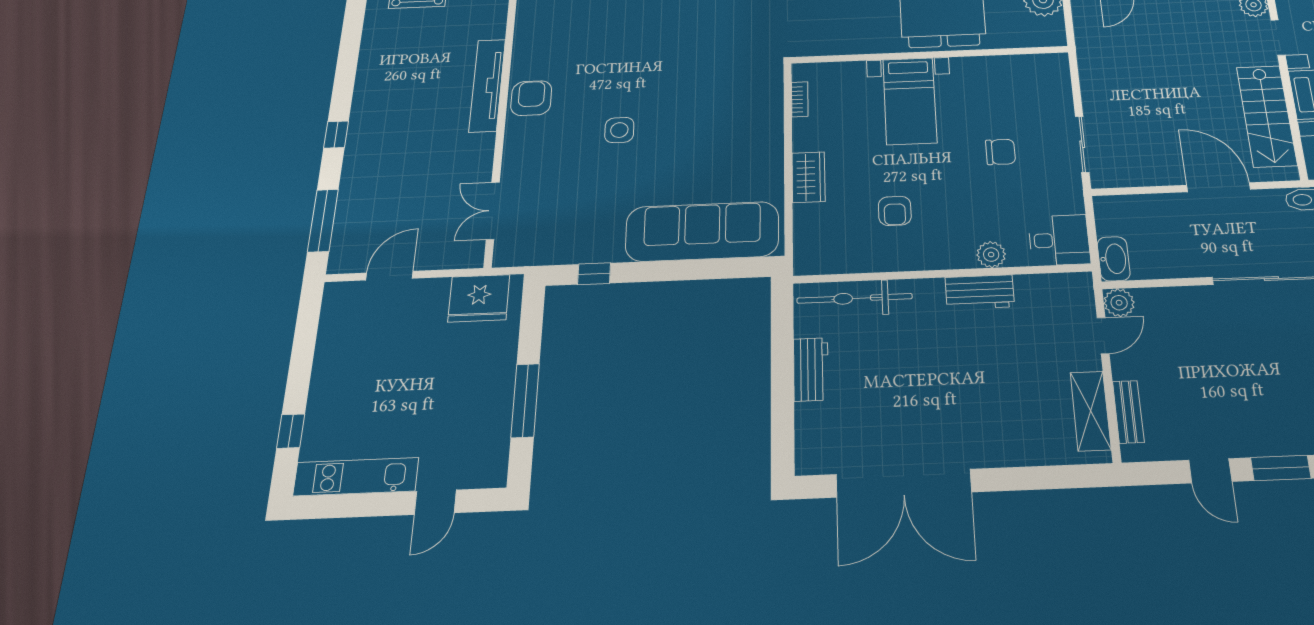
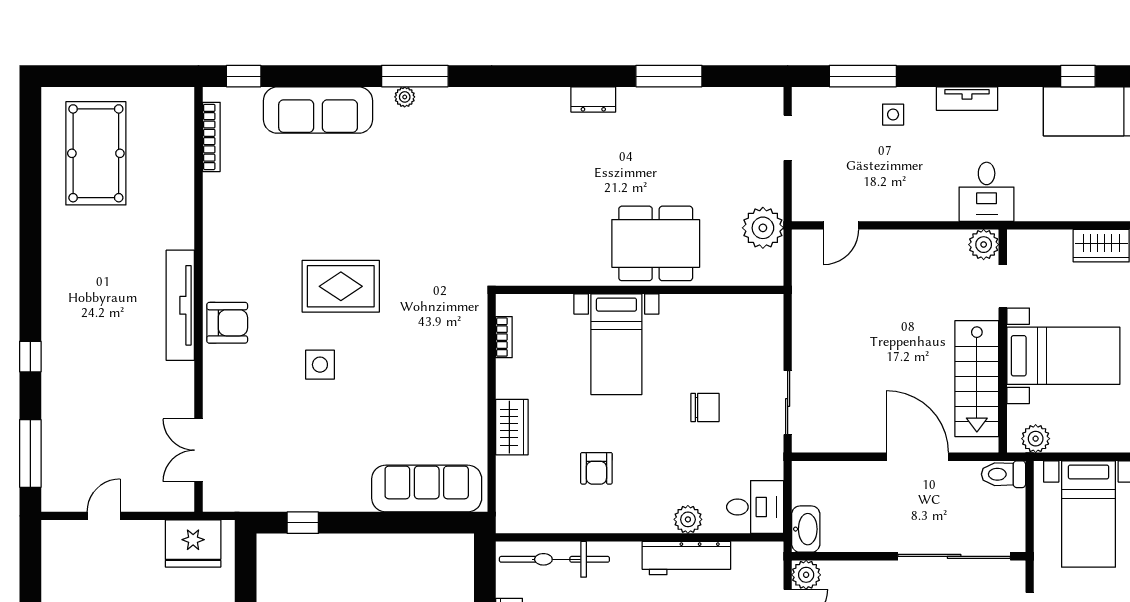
rug: (643, 63) -> (341, 286), added
armchair: (531, 98) -> (227, 323), turned 90
sofa: (702, 231) -> (427, 489), width x0.74, depth x0.79
door: (389, 276) -> (104, 516), width x0.73
workbench: (980, 292) -> (686, 558), width x1.38

